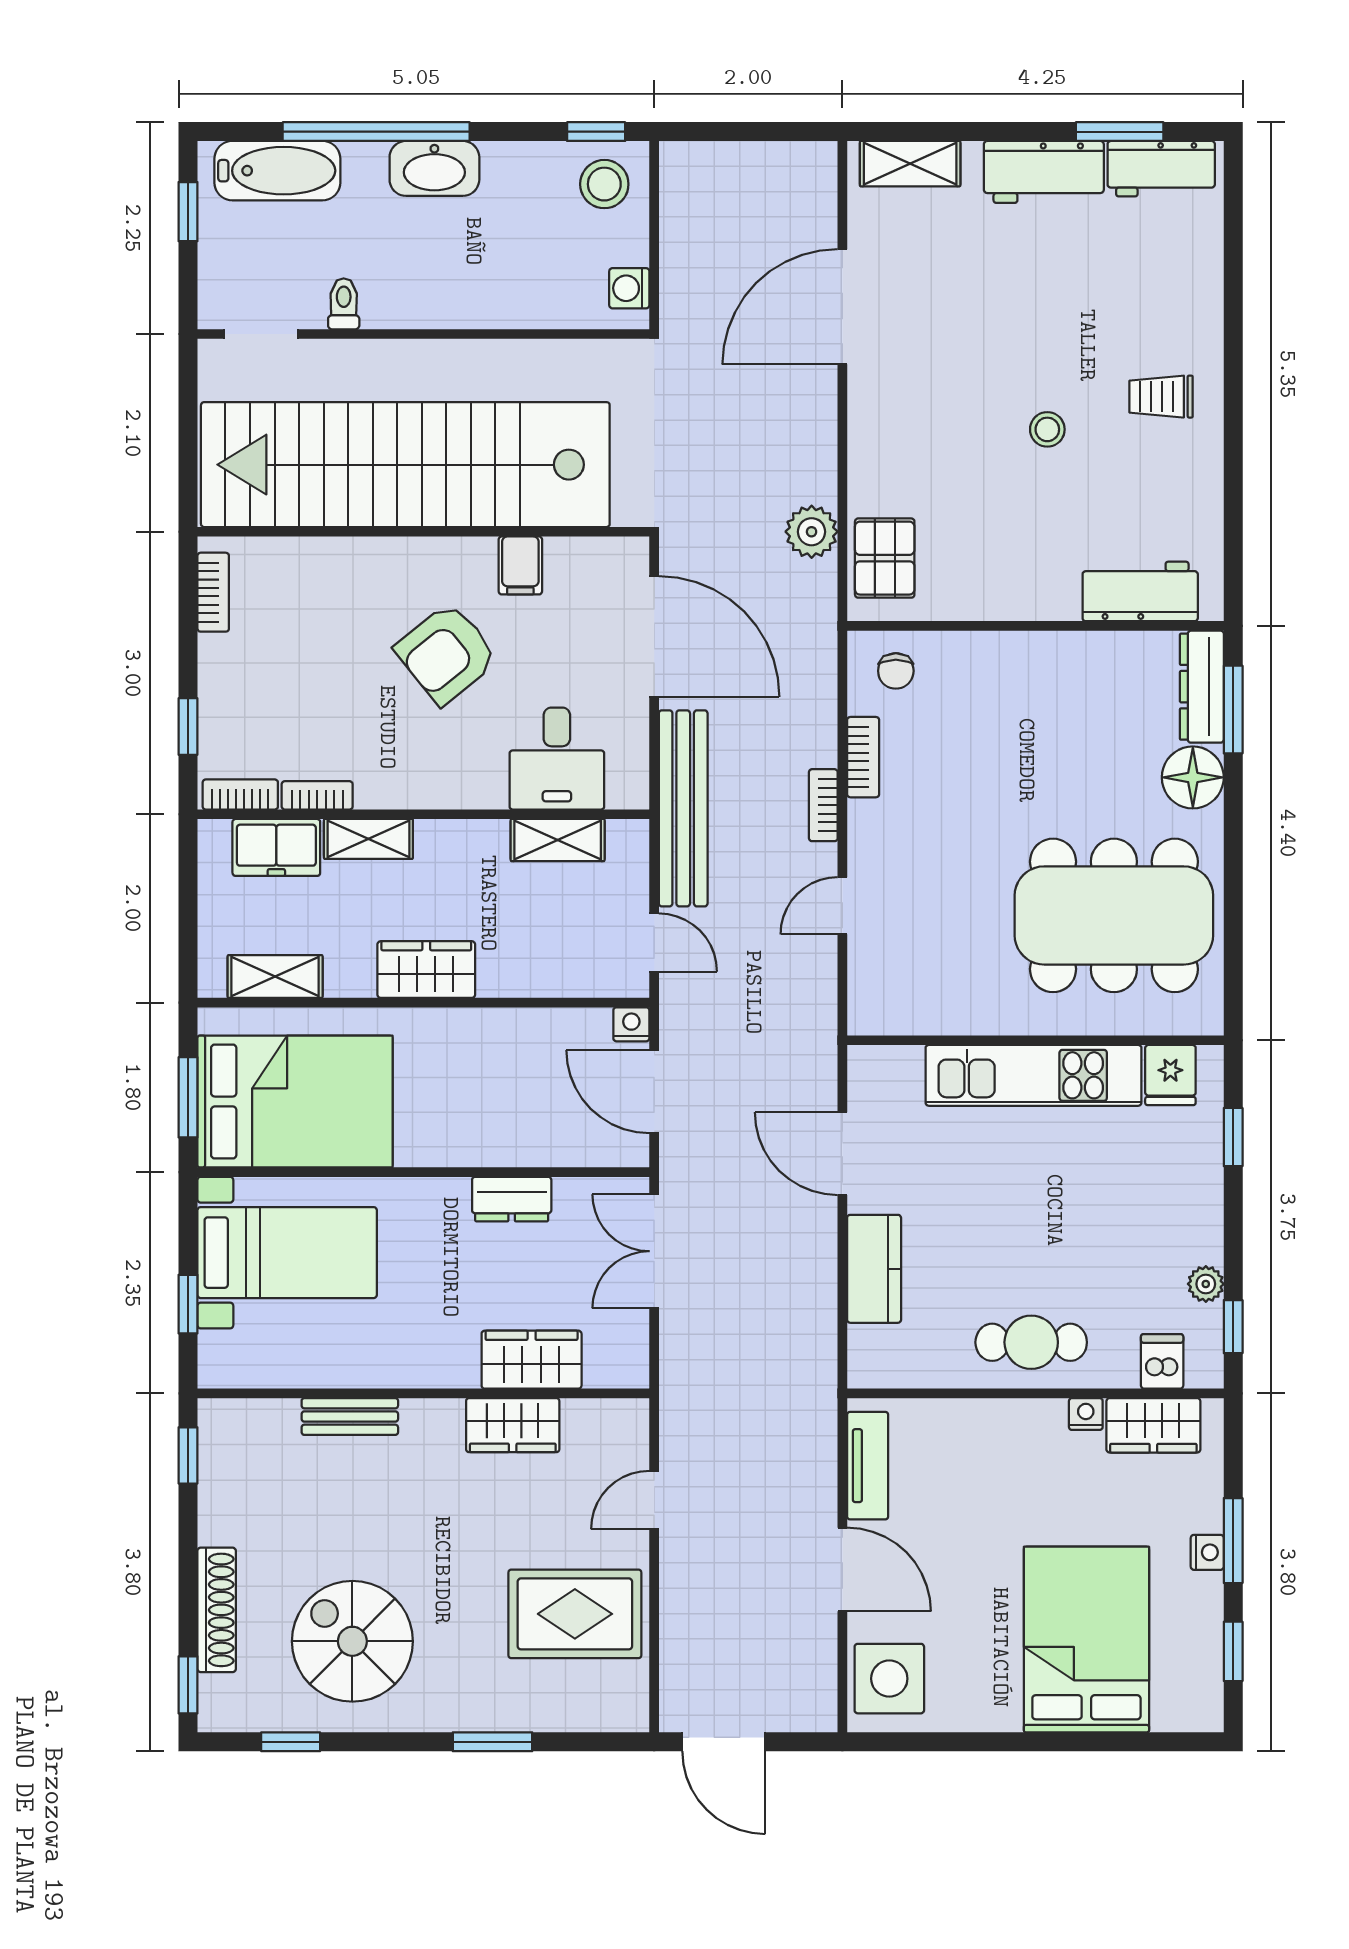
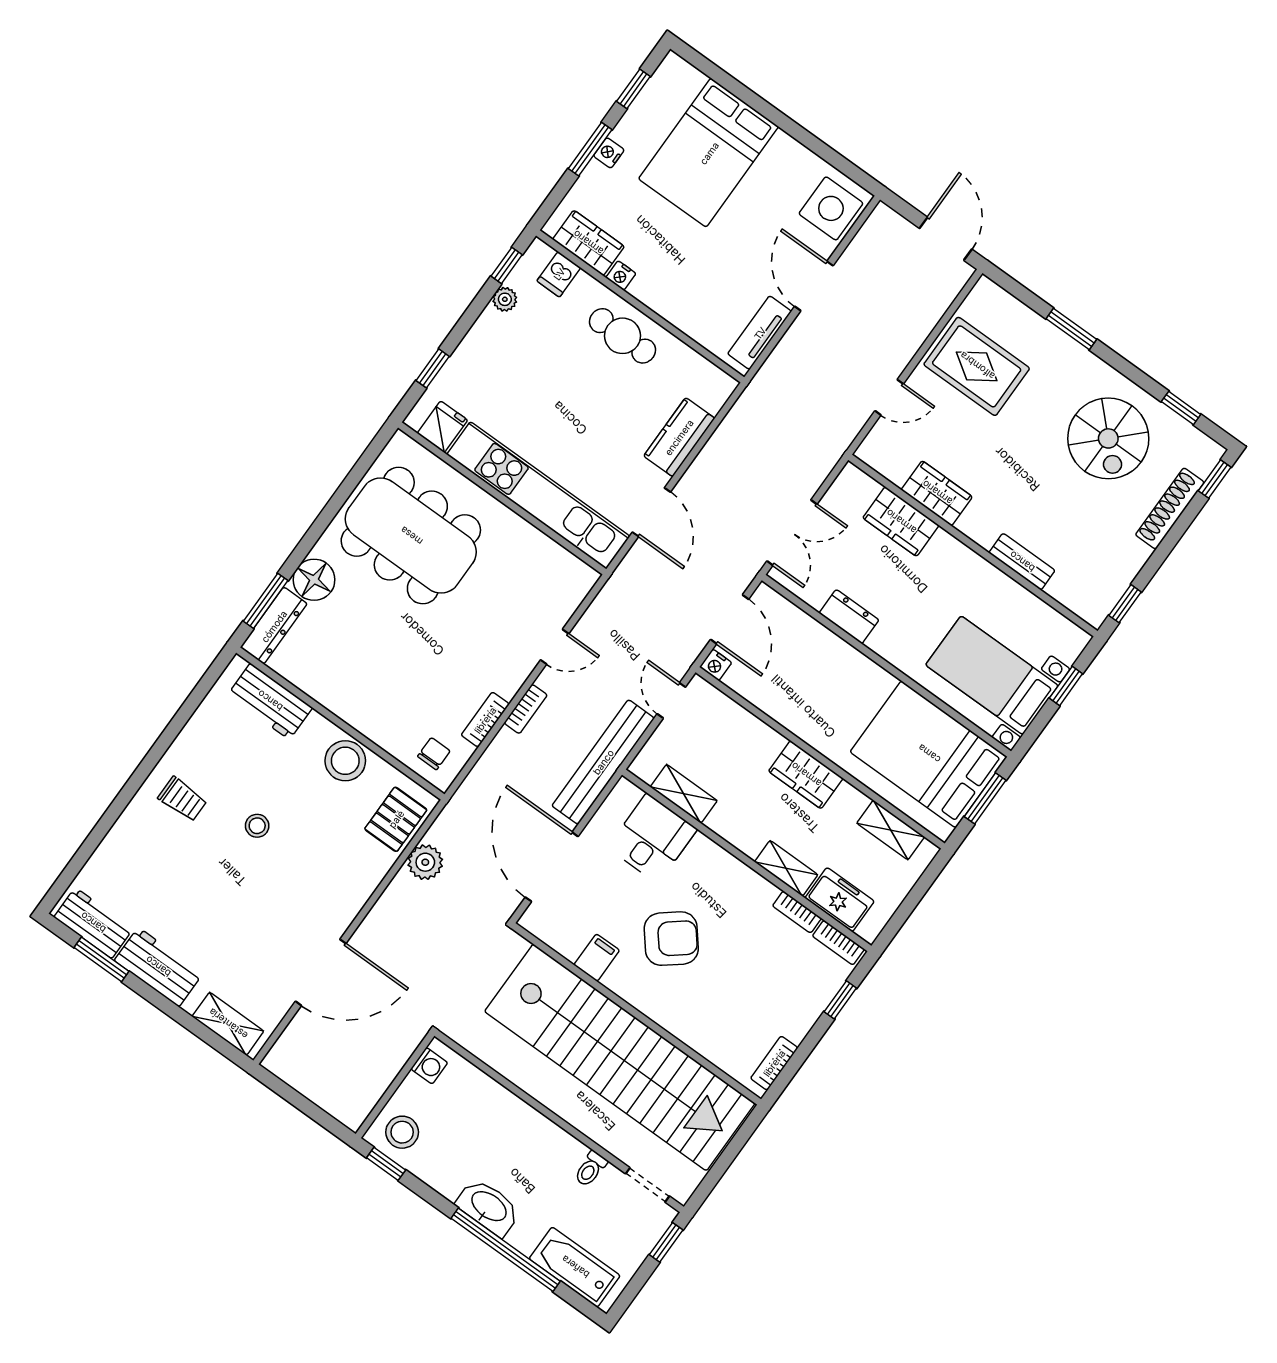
window: (188, 212) -> (666, 1242), moved
stool: (997, 585) -> (345, 761), added
kitchen unit: (1033, 1075) -> (538, 495), width x1.36

